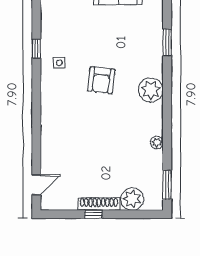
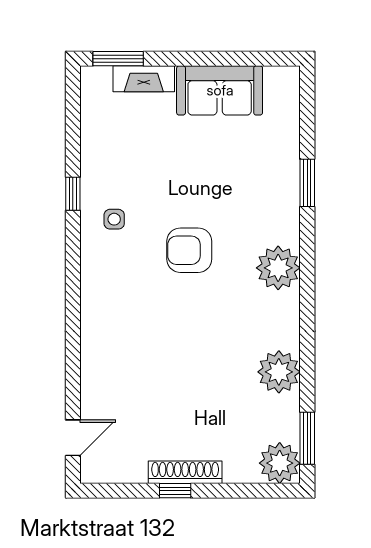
armchair: (101, 80) -> (189, 250), turned 83
plant: (157, 142) -> (279, 372), width x1.87, depth x1.87
plant: (132, 199) -> (280, 463), moved

